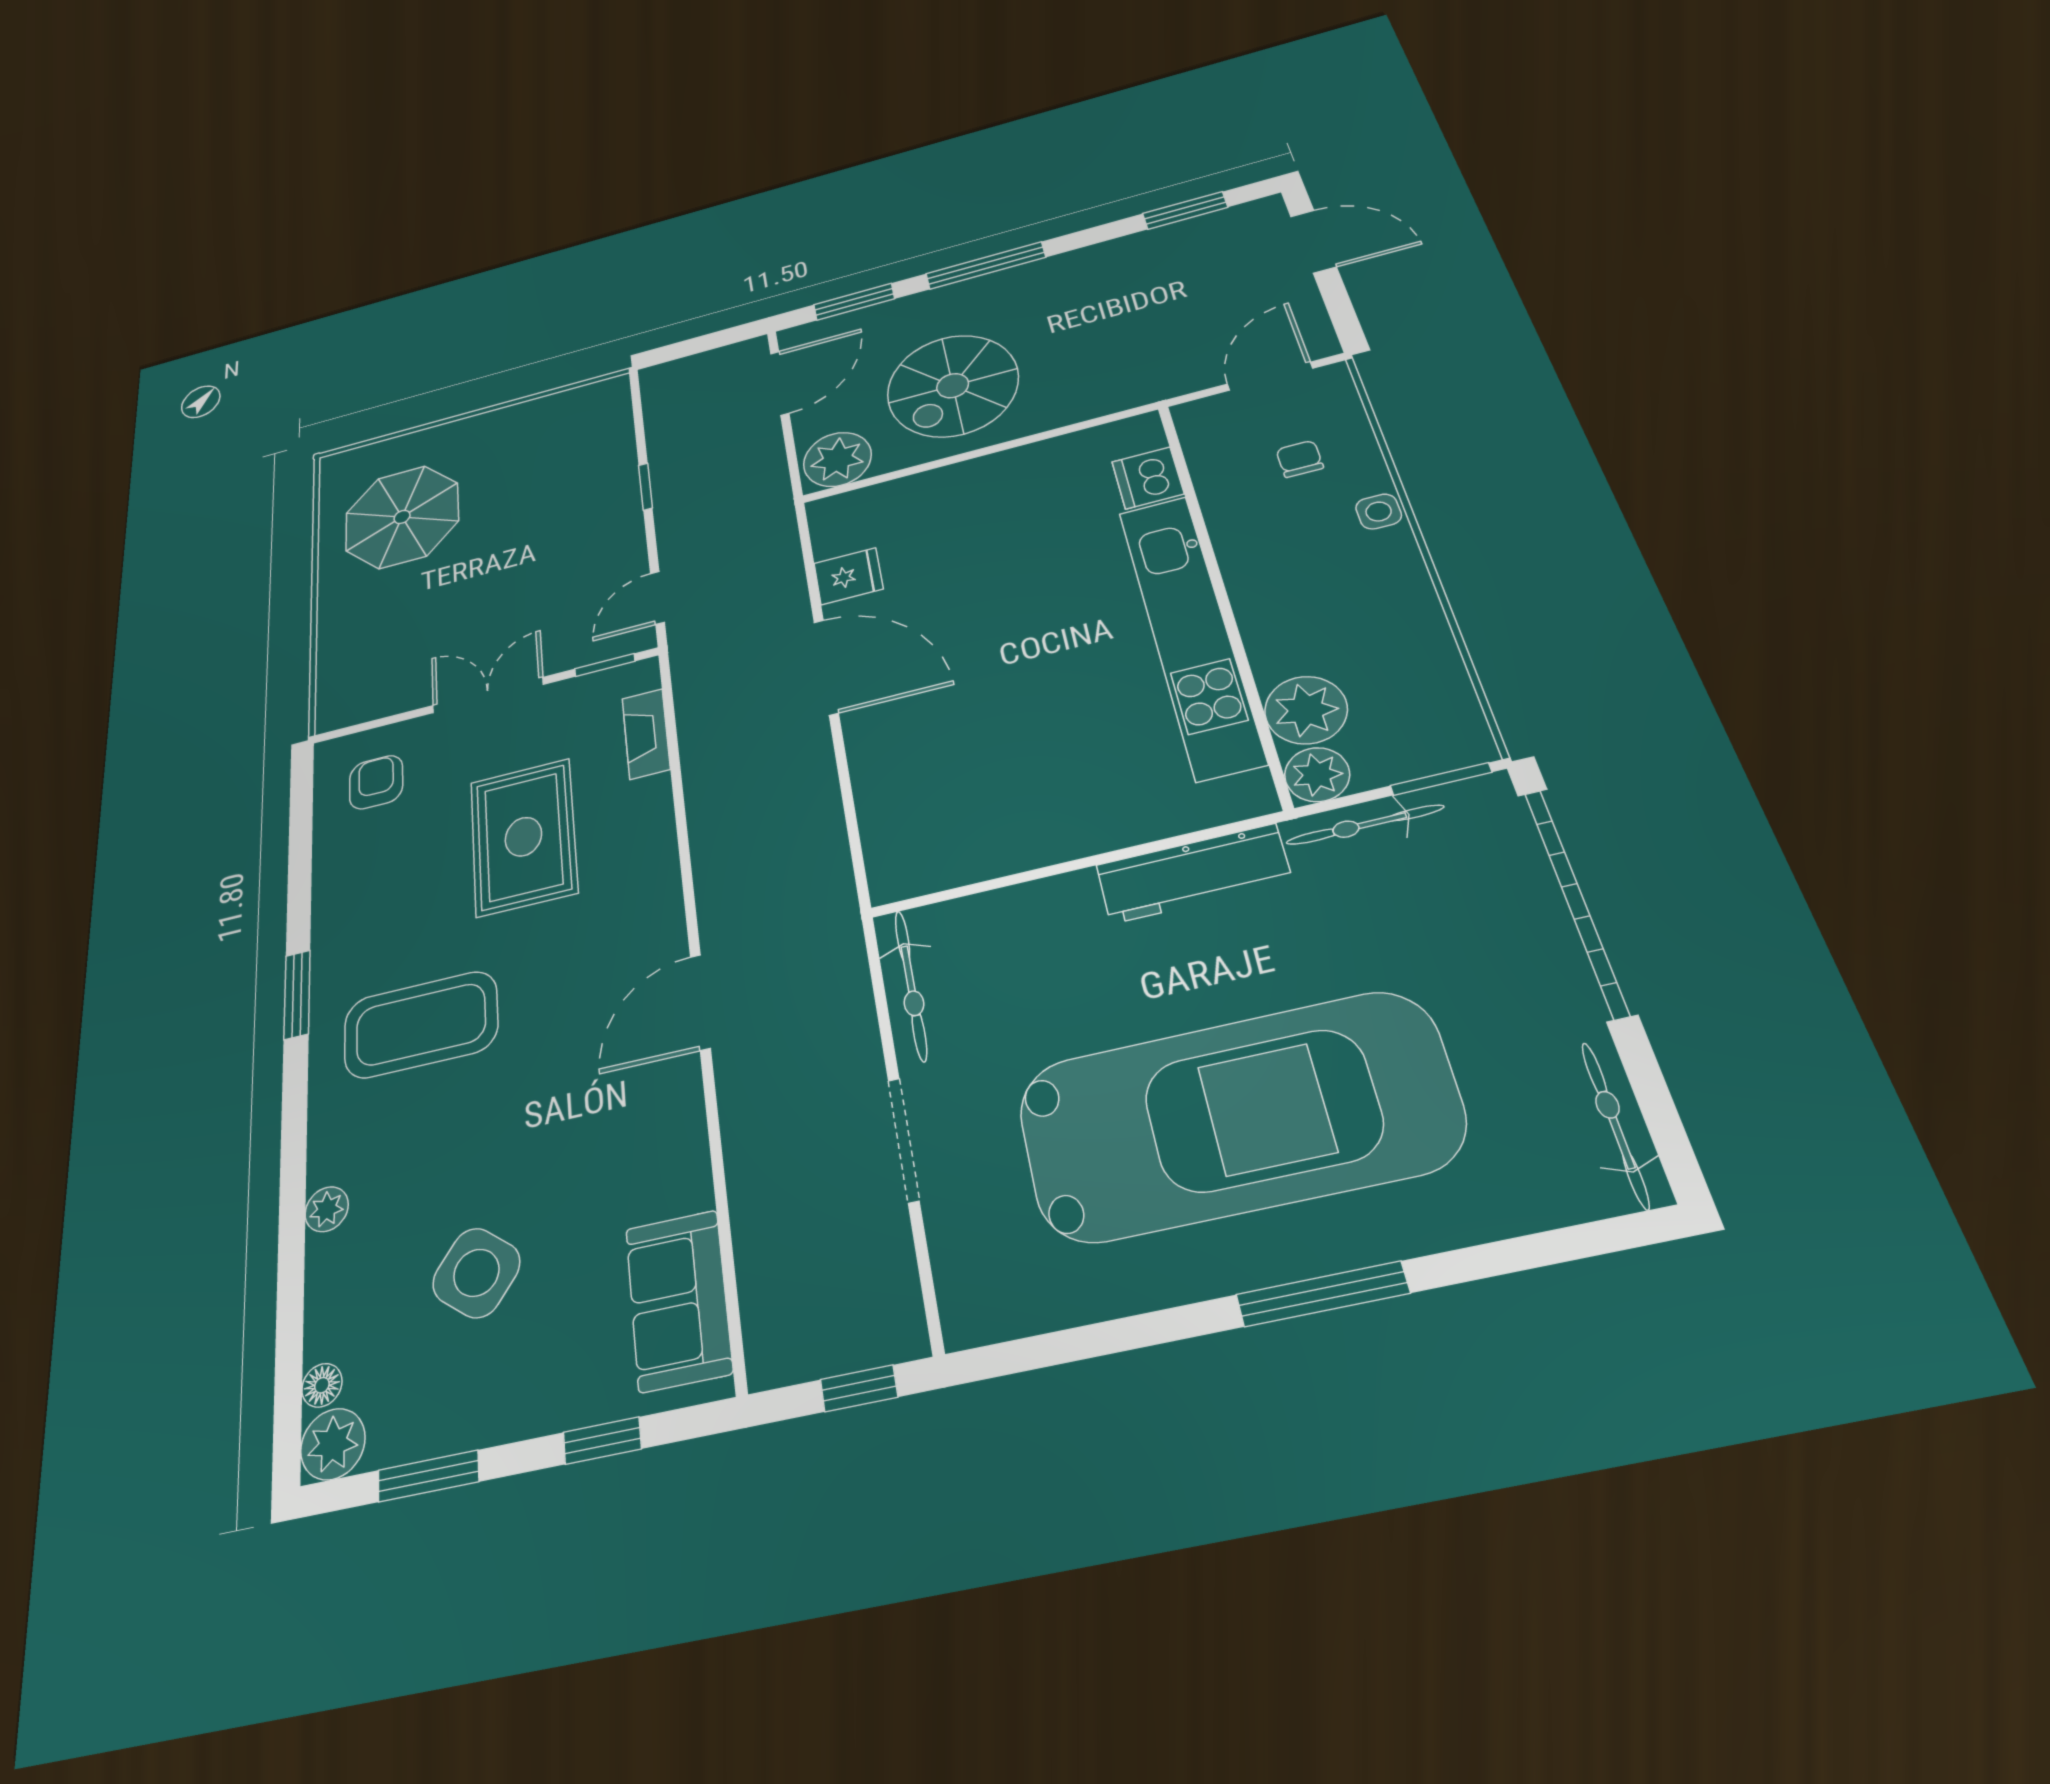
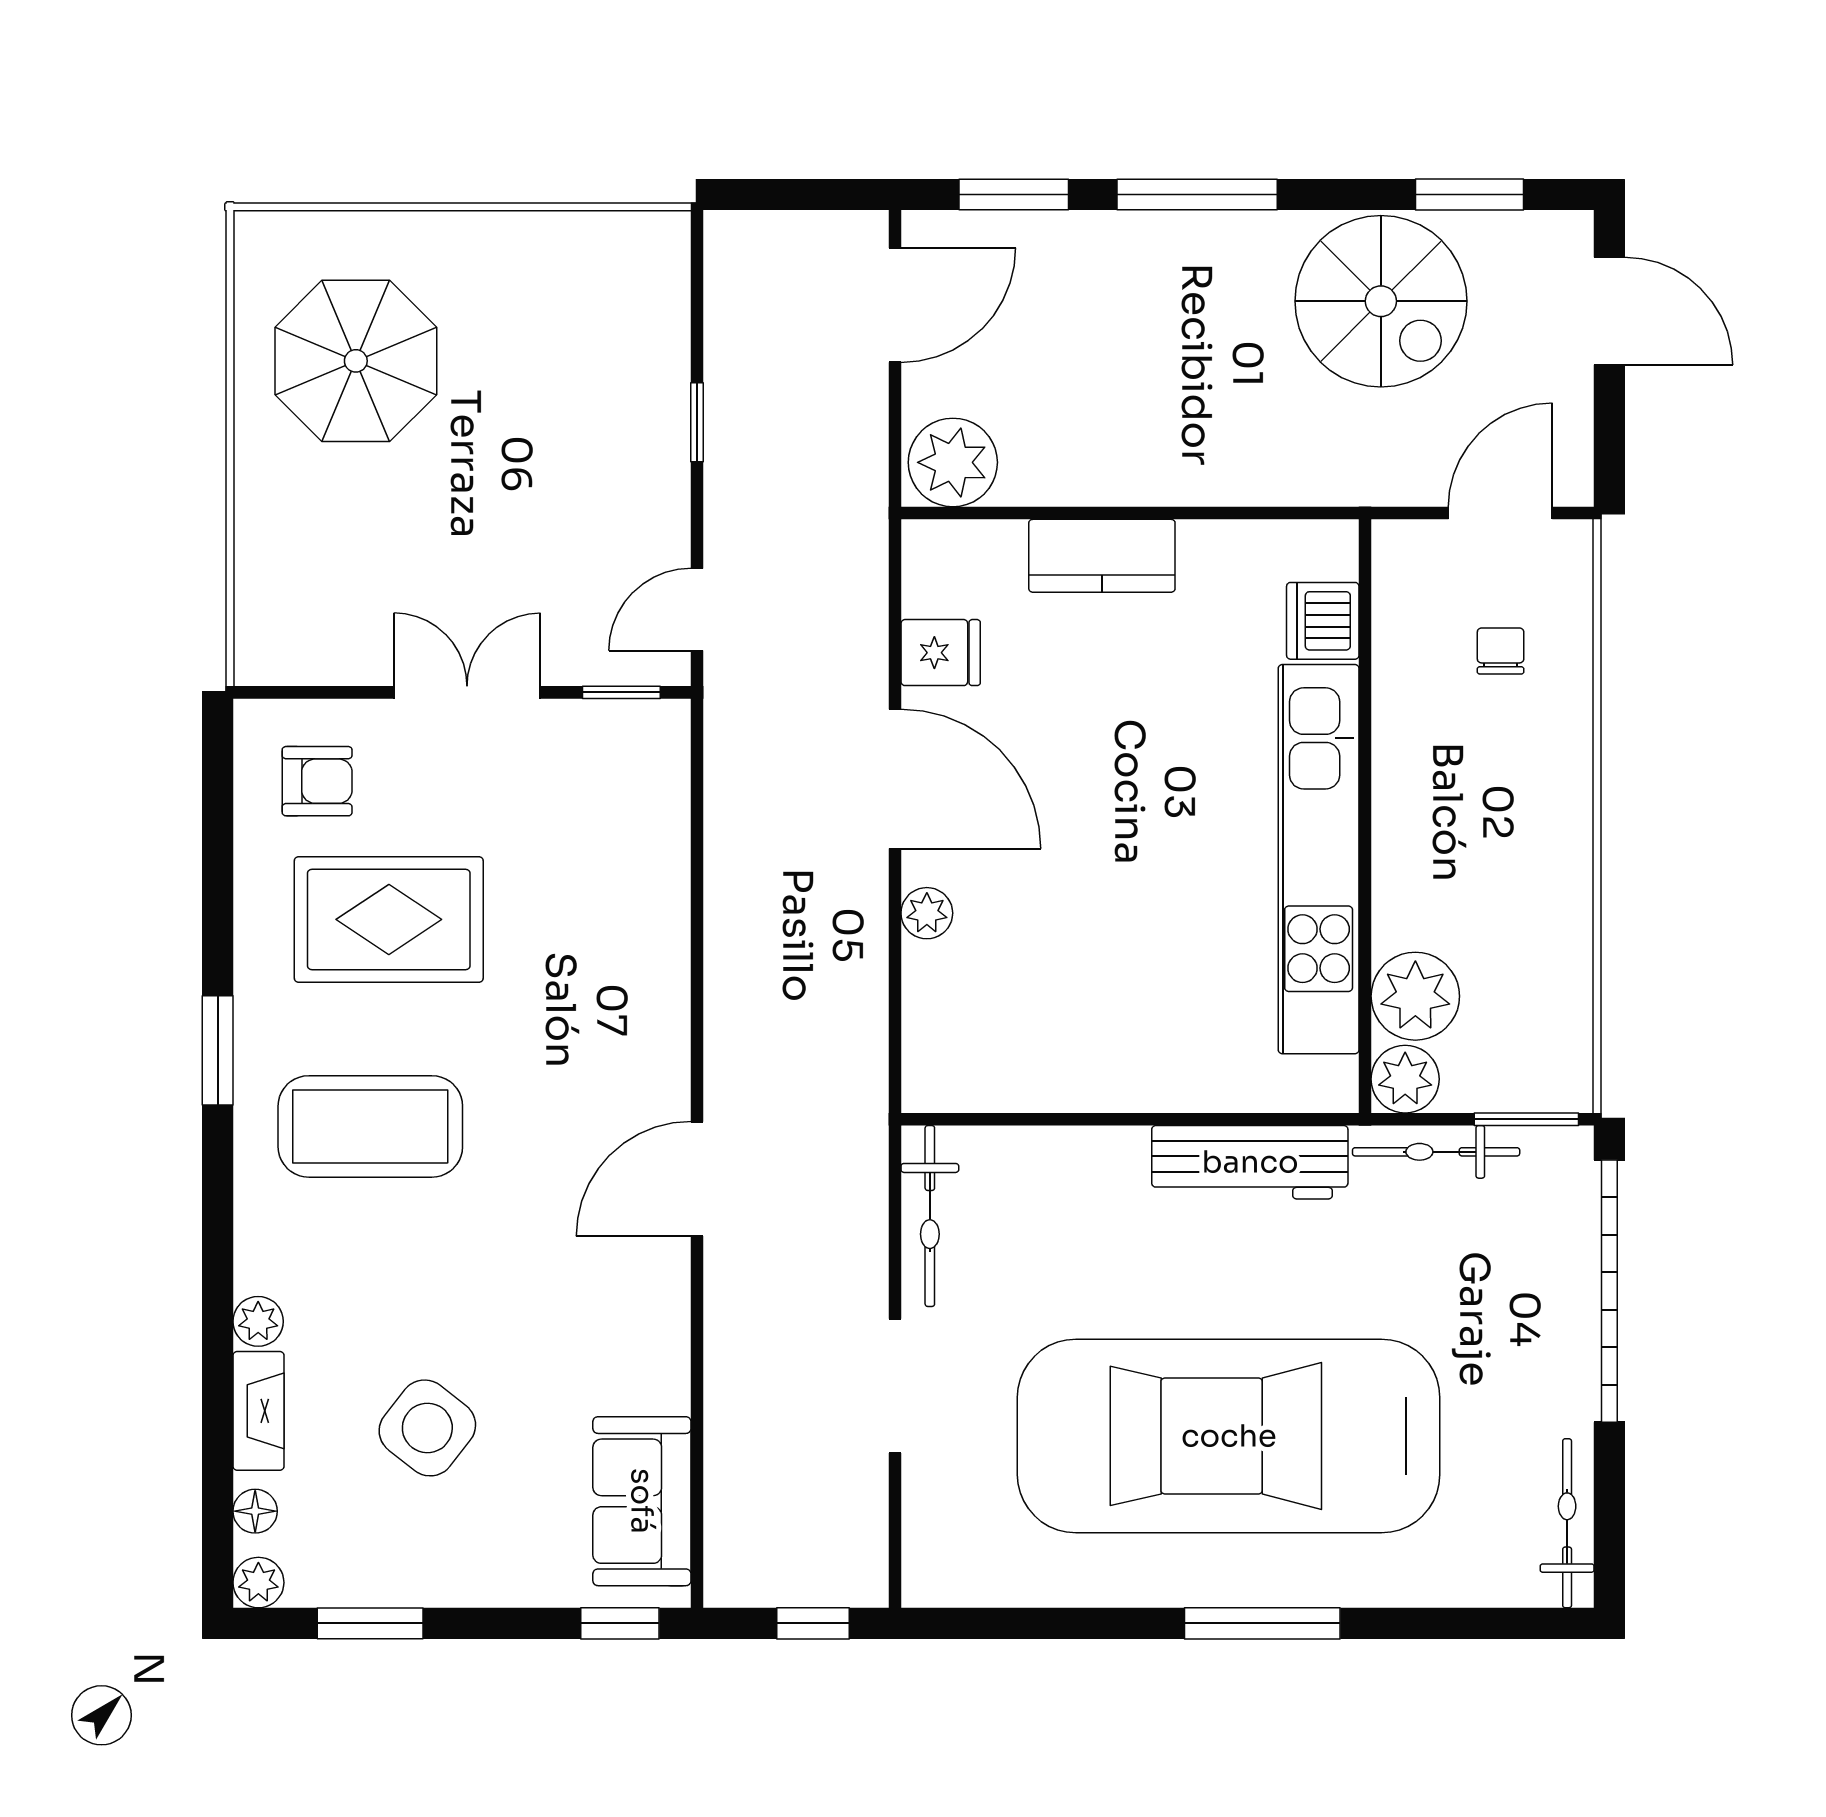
spiral stairs: (953, 386) -> (1381, 301), moved, turned -90
kitchen counter: (962, 484) -> (1102, 556), added
side table: (1379, 512) -> (1565, 756), removed
fireplace: (646, 734) -> (259, 1411), moved, turned 180
plant: (868, 753) -> (927, 913), added
armchair: (376, 782) -> (317, 781), turned 90
rug: (523, 837) -> (389, 919), moved, turned 90
car: (1237, 1116) -> (1229, 1436), turned 180
window: (602, 1441) -> (620, 1623), moved
plant: (333, 1444) -> (258, 1583), width x0.73, depth x0.73

